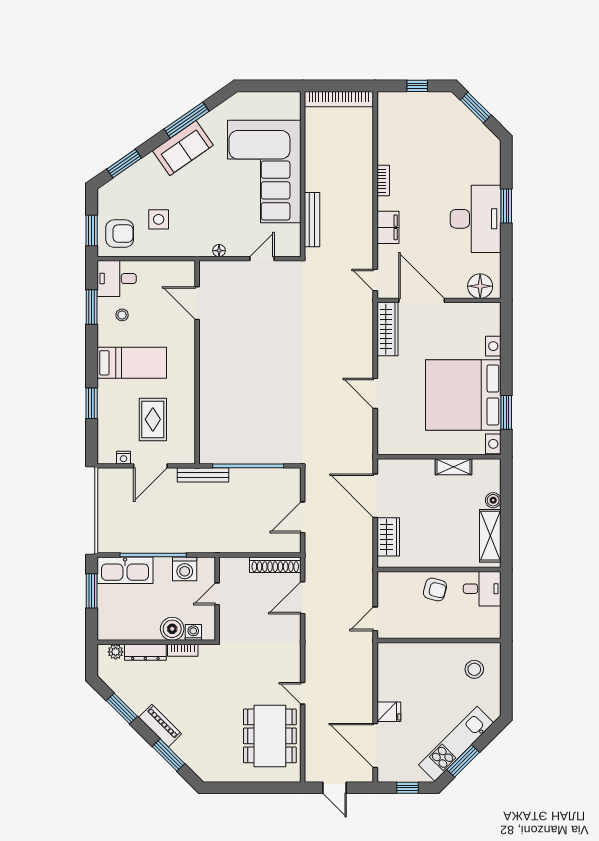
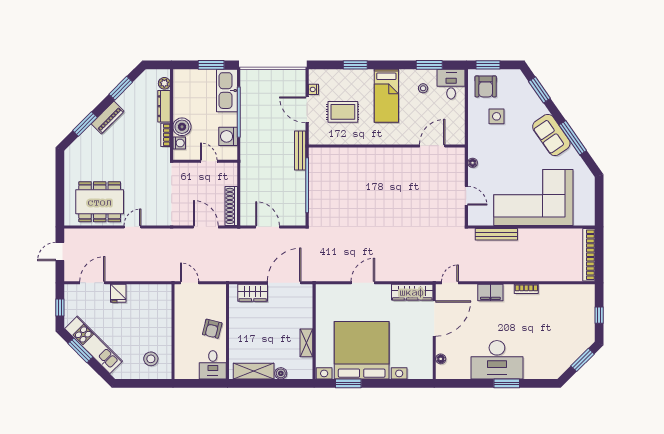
floor lamp: (480, 286) -> (441, 359), width x0.53, depth x0.53
door: (375, 745) -> (92, 283), width x0.73

